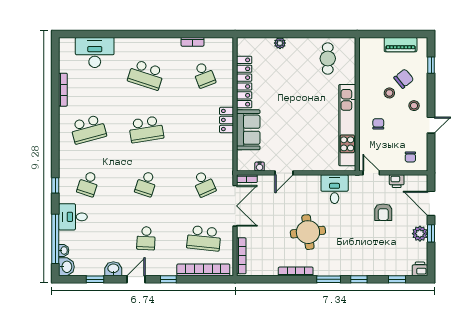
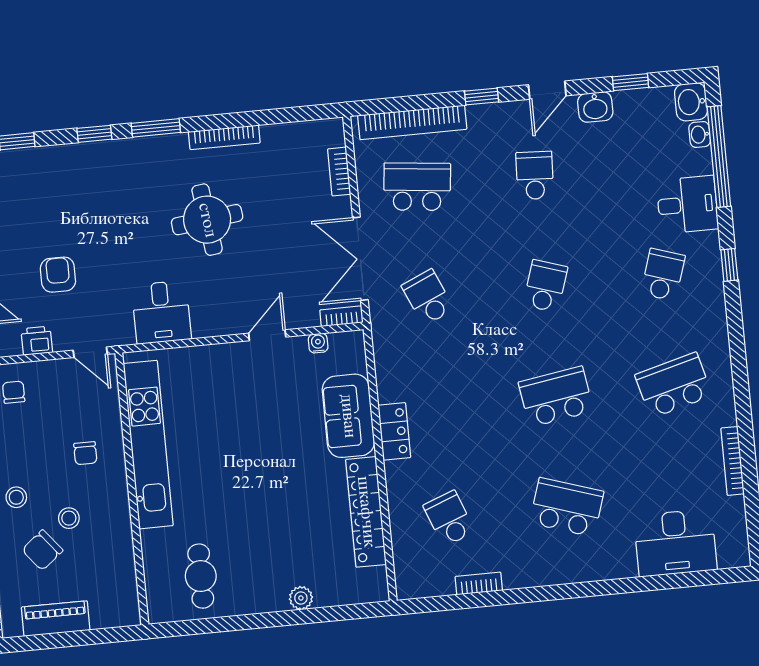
bookcase: (241, 256) -> (339, 172), width x0.64

